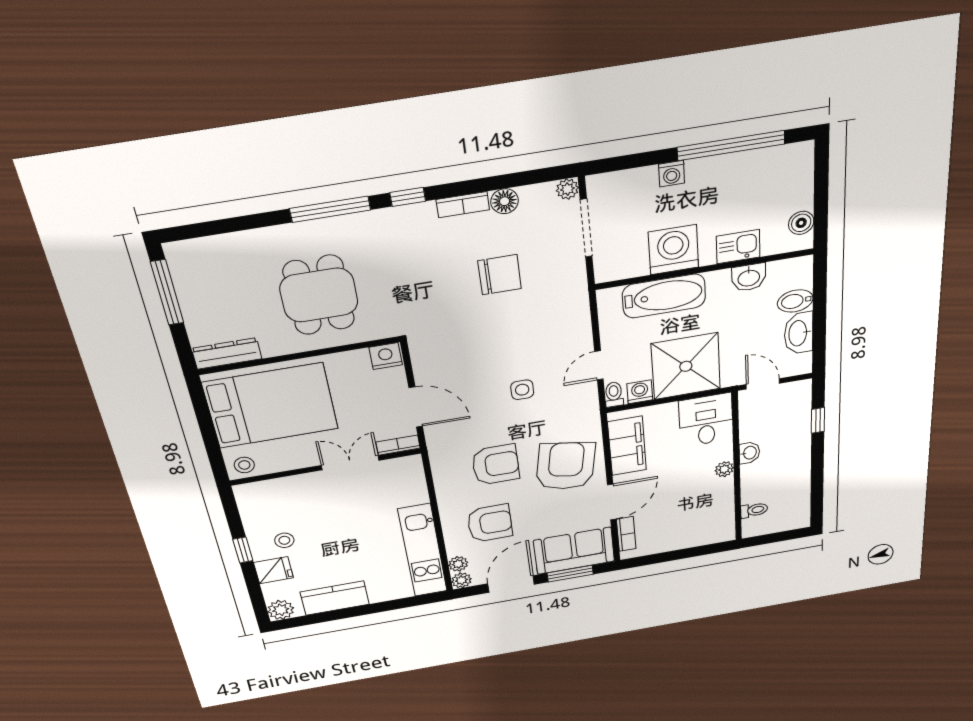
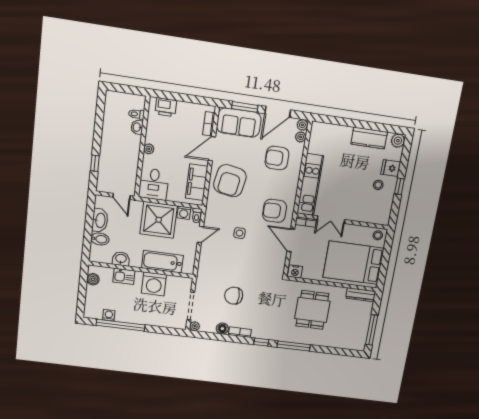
washing machine: (672, 174) -> (109, 315), moved
washbasin: (749, 453) -> (137, 127), moved
armchair: (496, 465) -> (275, 211), moved
printer: (706, 534) -> (166, 107), added
kitchen unit: (423, 551) -> (310, 185), moved

